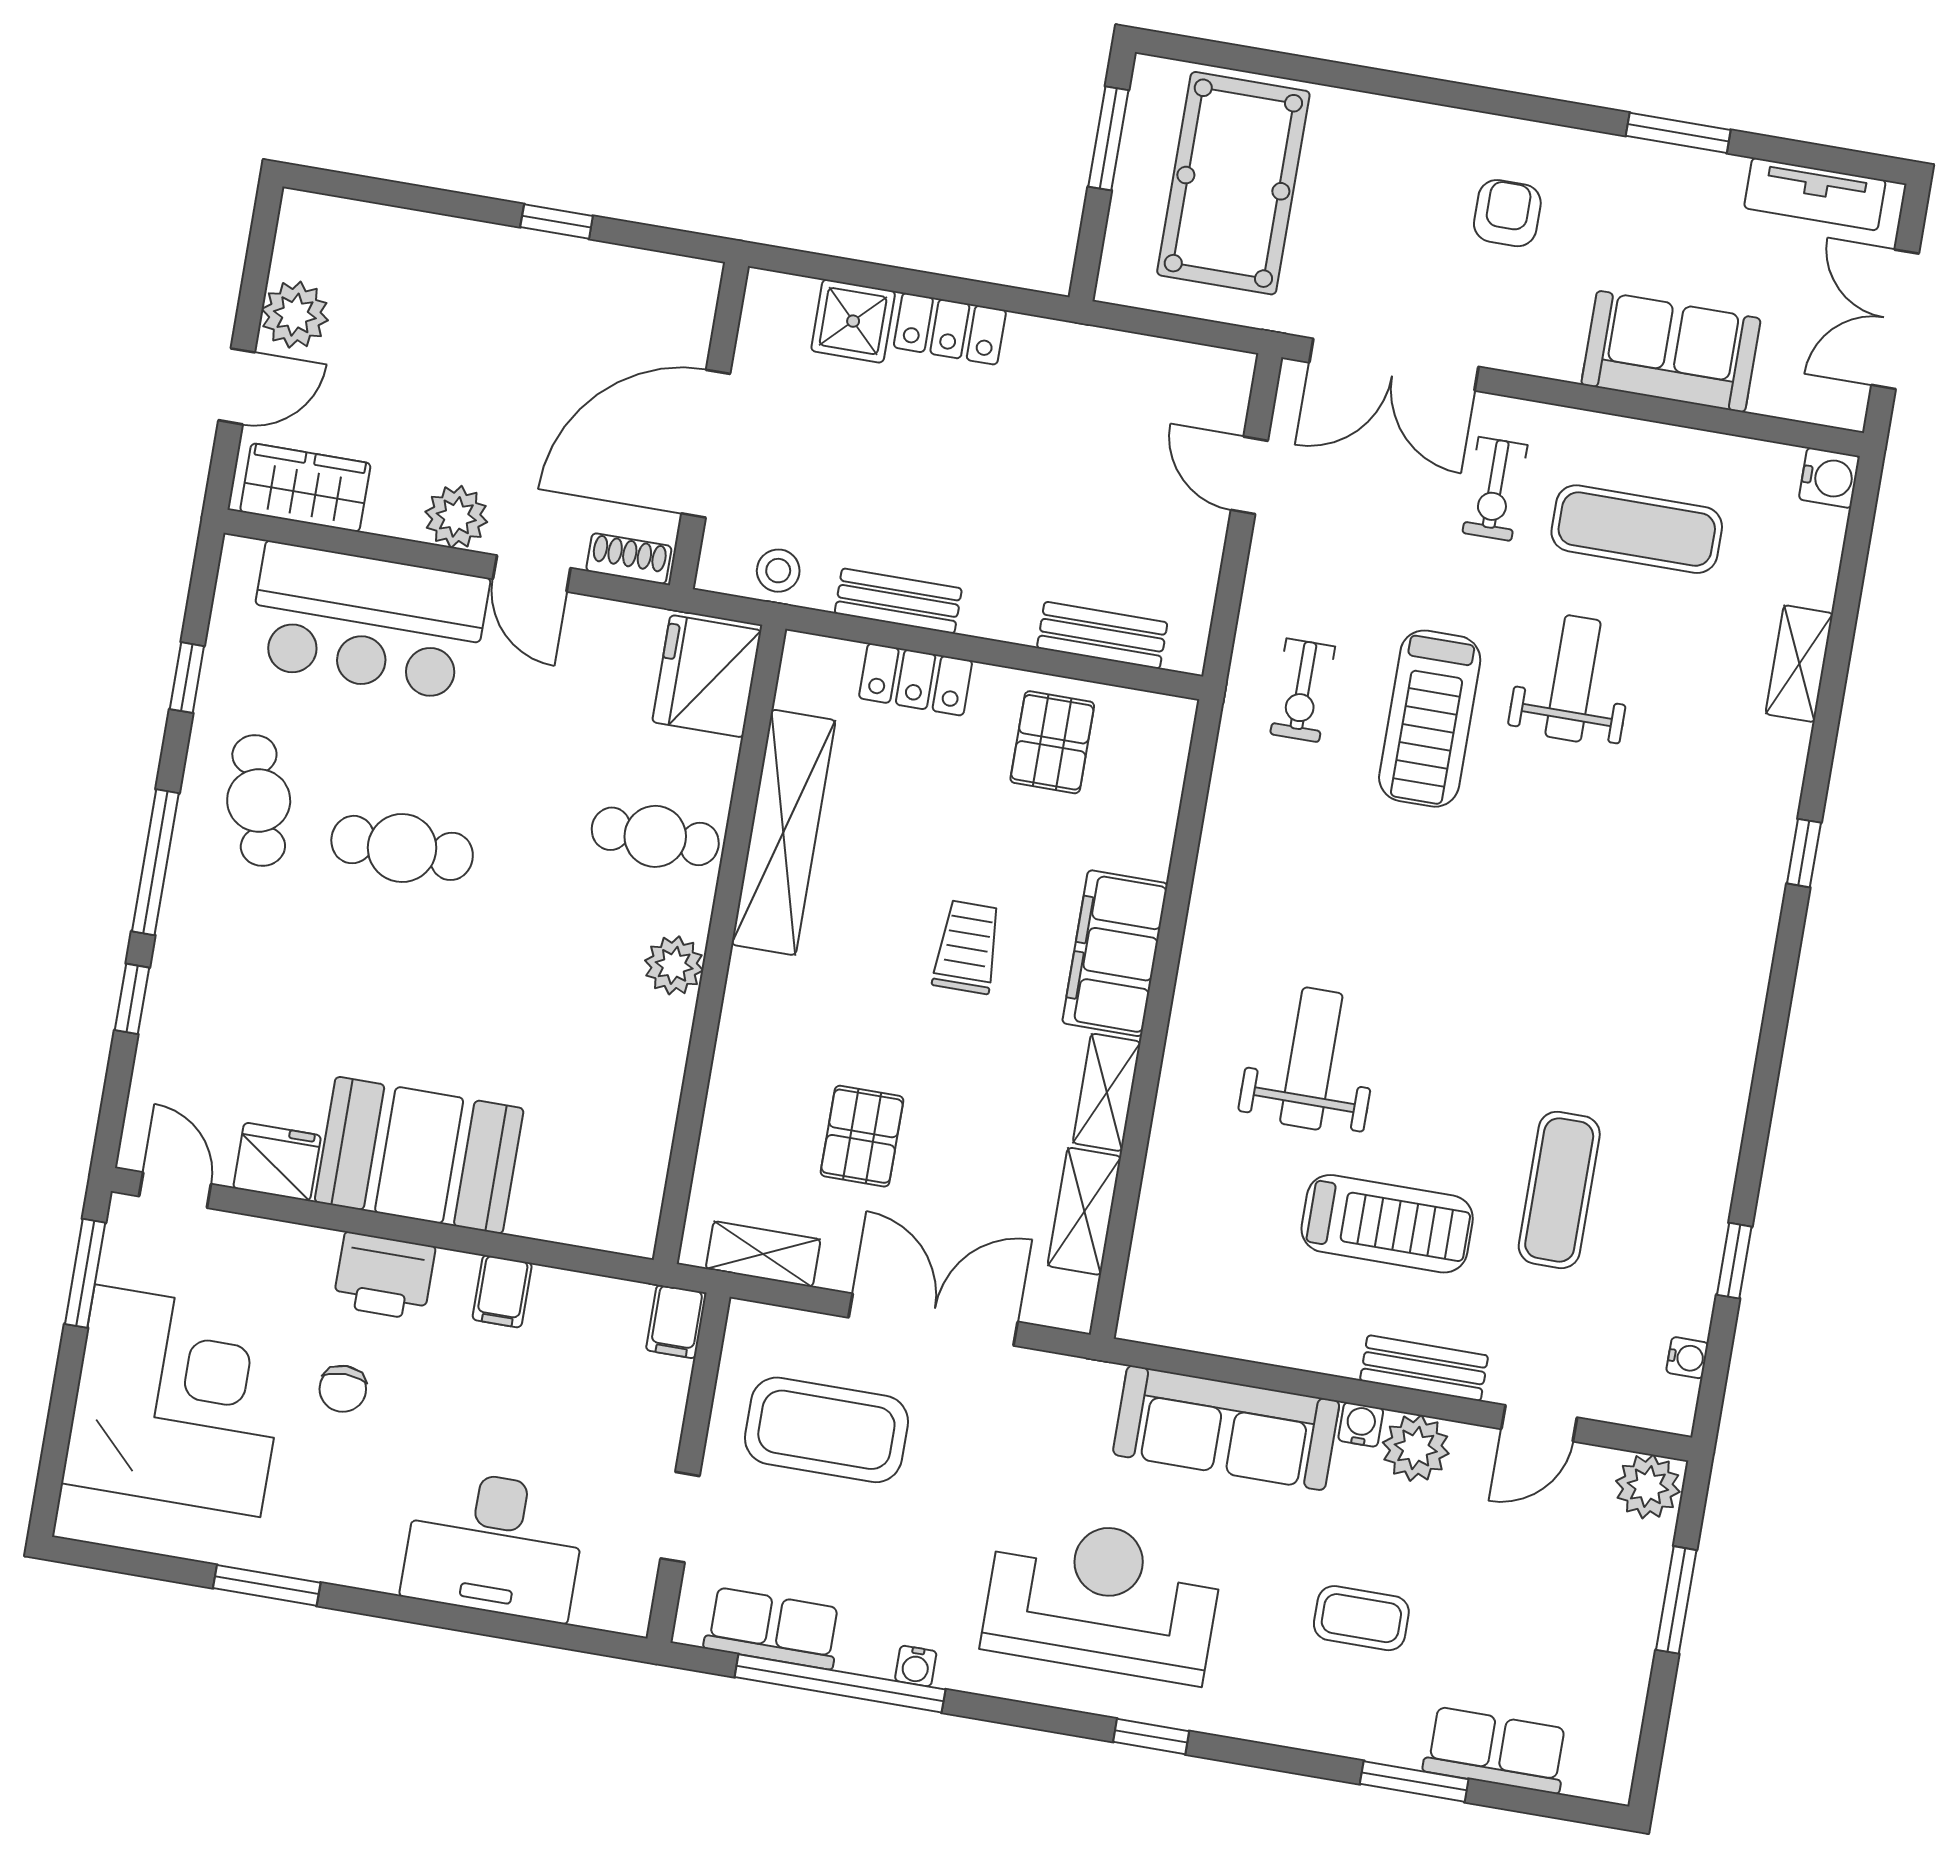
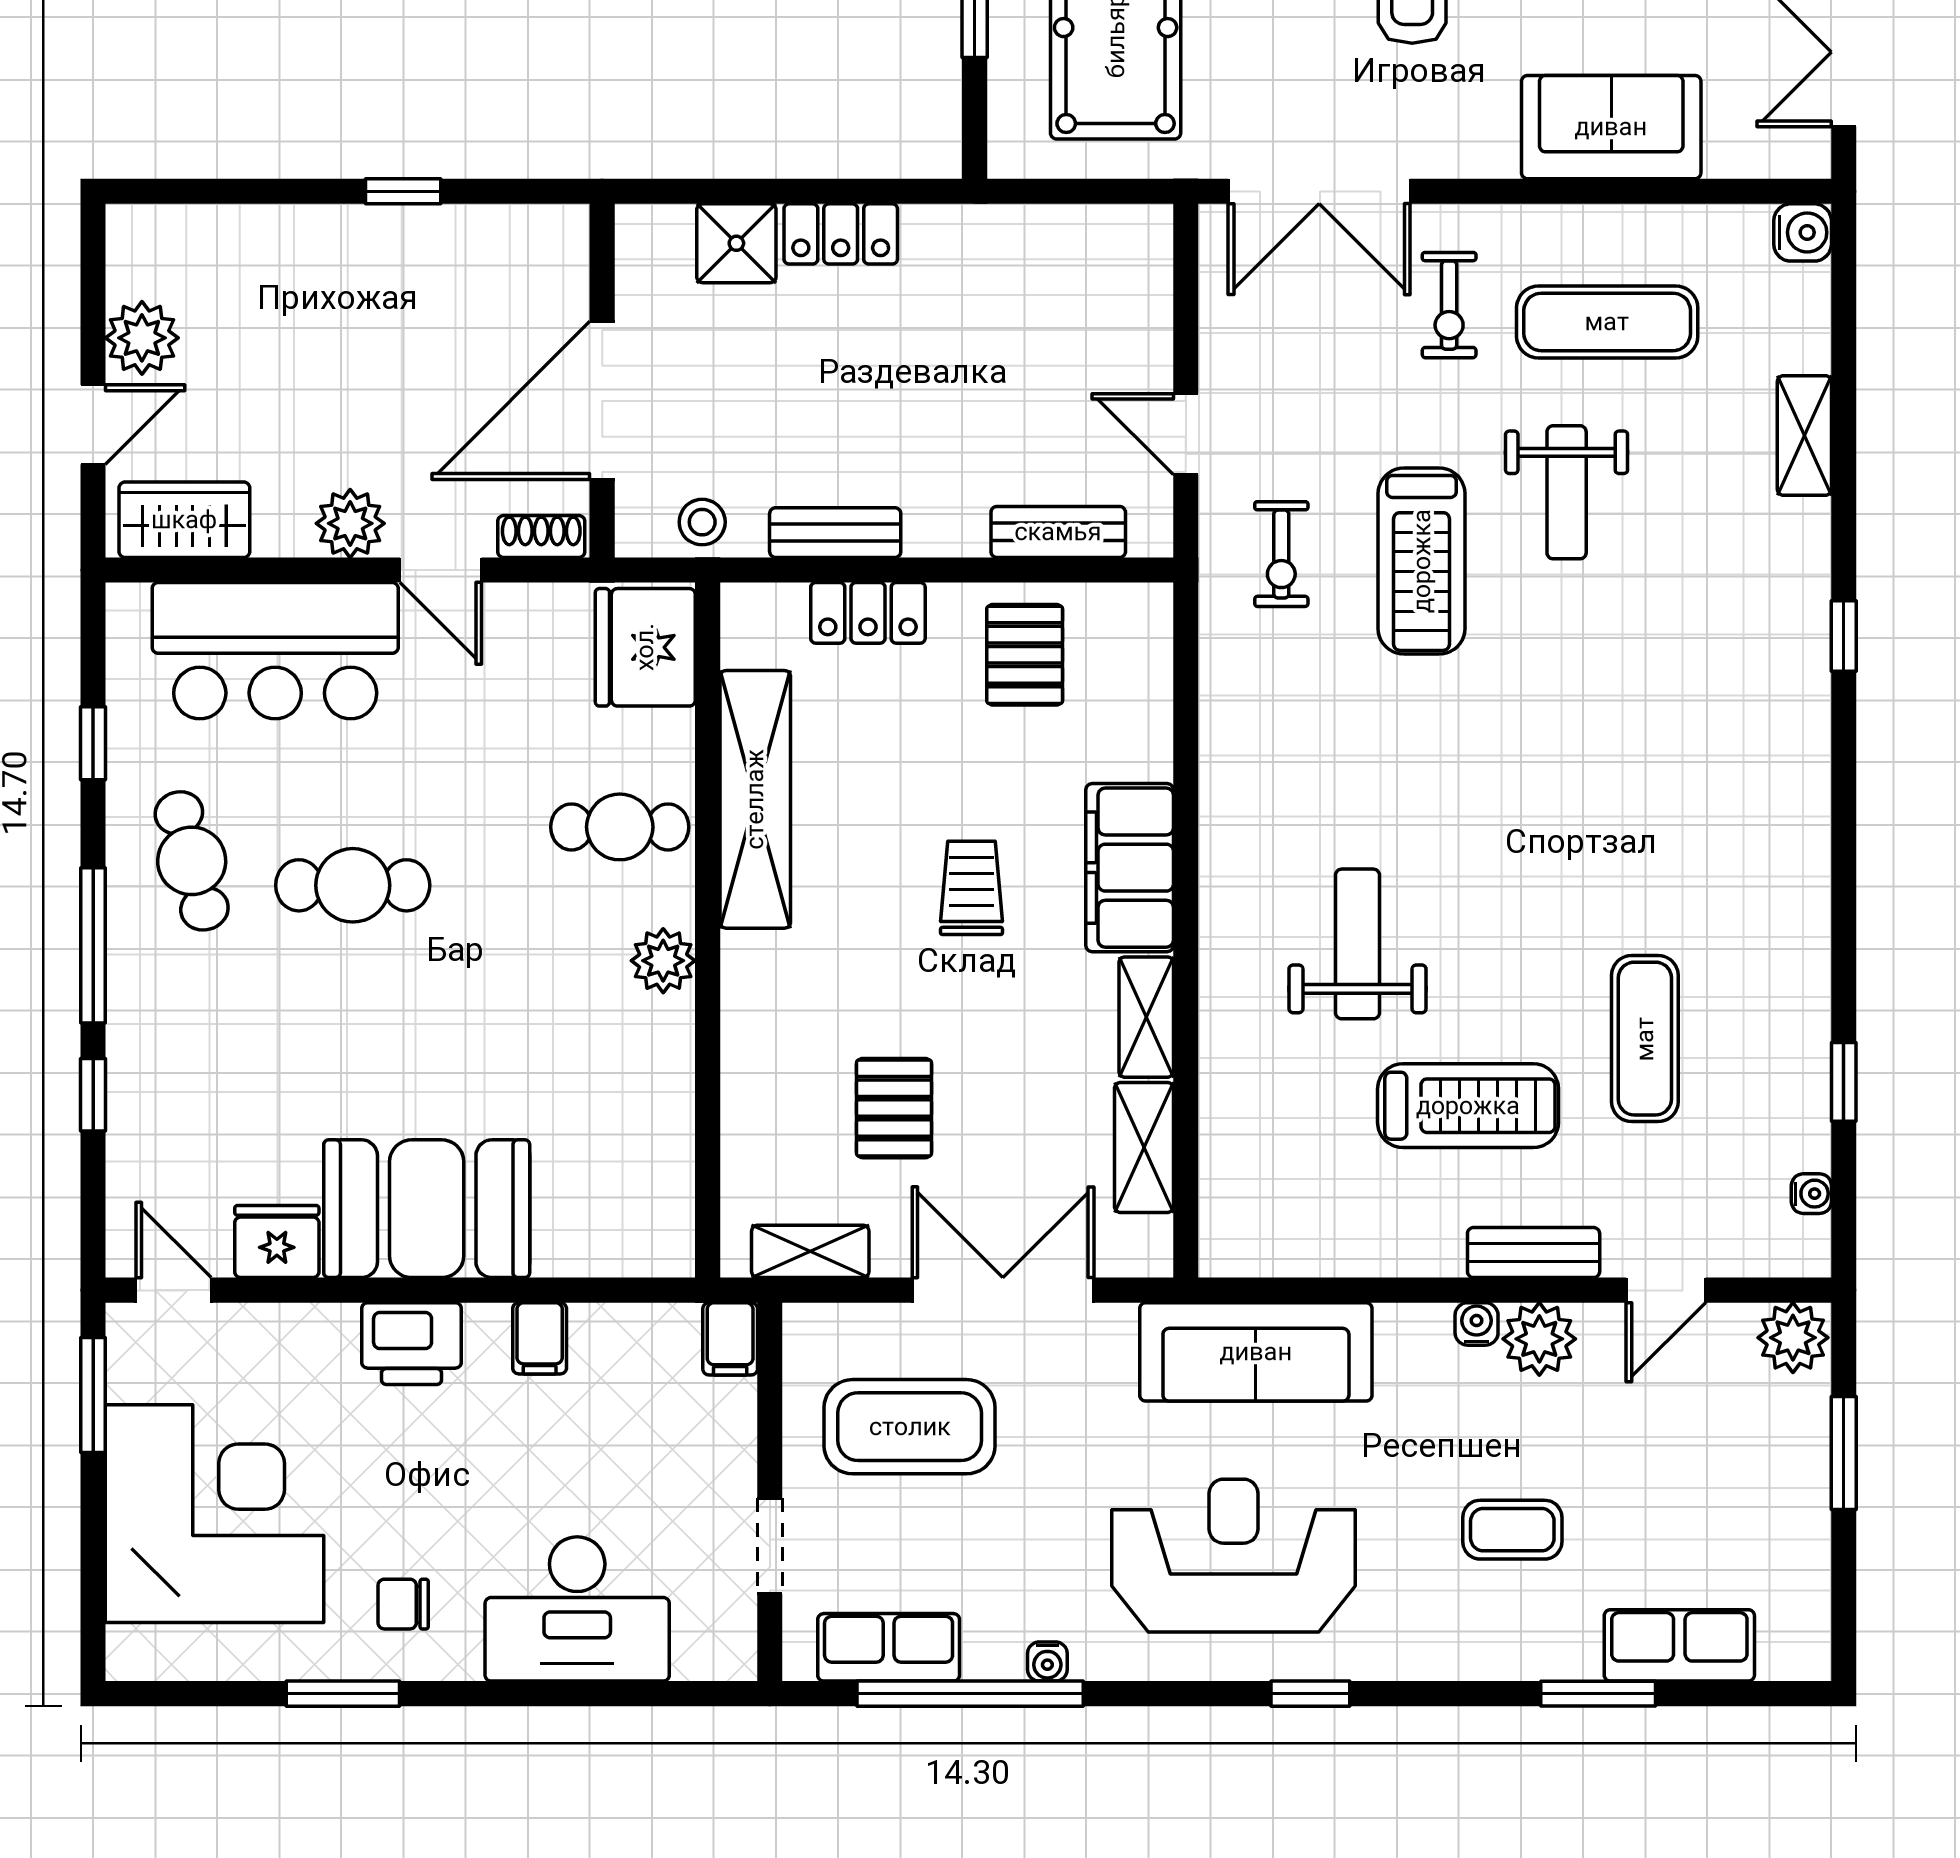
door: (1249, 475) -> (1186, 434), moved
weight bench: (1573, 678) -> (1567, 492), turned 180
chair: (343, 1389) -> (403, 1604), moved, turned 90
sofa: (1226, 1428) -> (1256, 1352), moved

